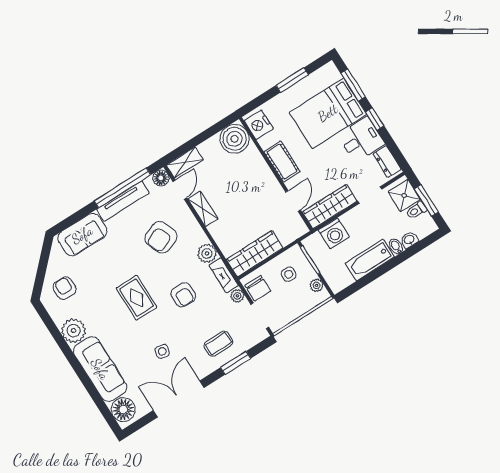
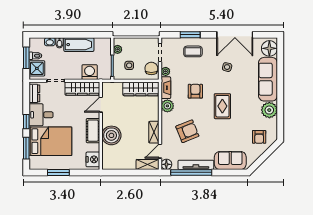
boiler: (235, 139) -> (111, 135), moved

